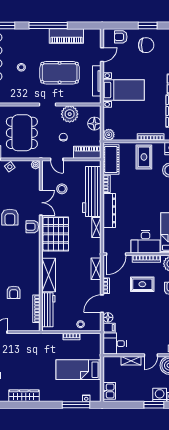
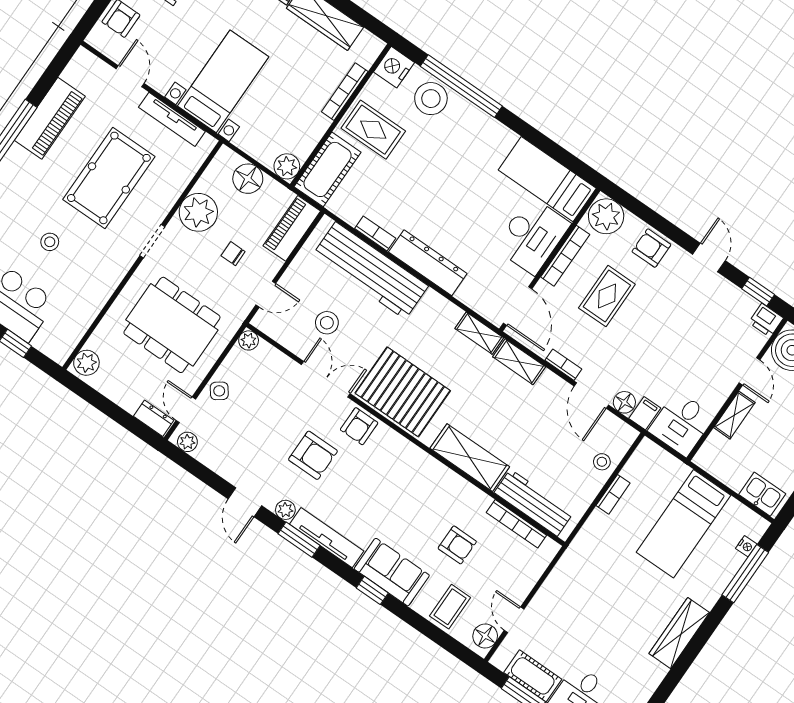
cot: (111, 160) -> (328, 169), moved, turned 90
shelving: (96, 227) -> (479, 333), moved
wardrobe: (24, 396) -> (679, 633), moved

